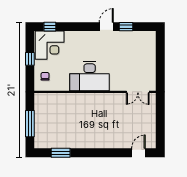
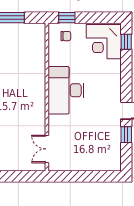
window: (30, 59) -> (67, 18), moved

